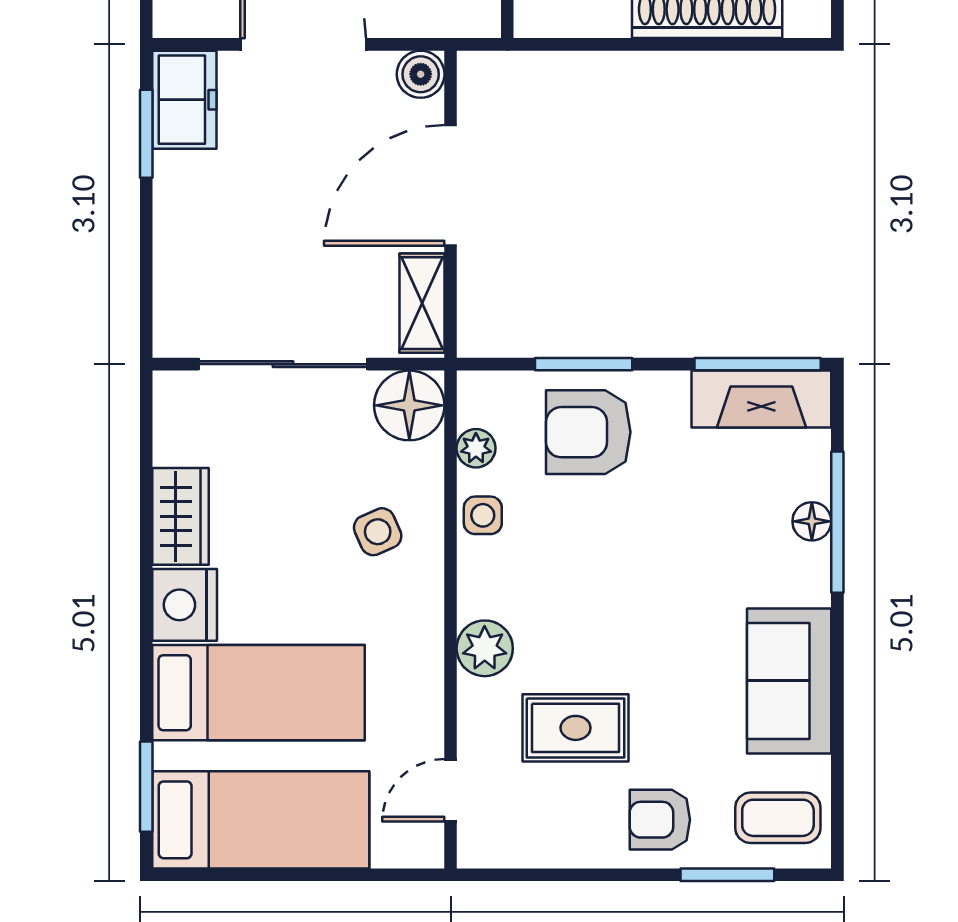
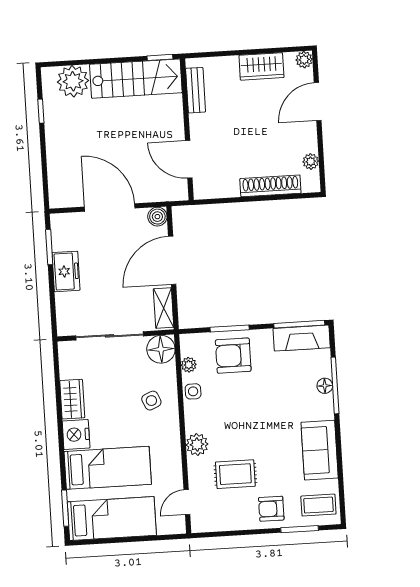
freezer: (184, 100) -> (66, 271), moved

